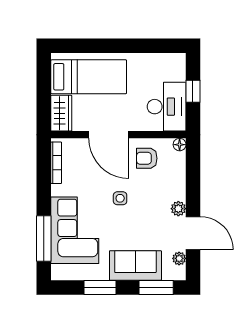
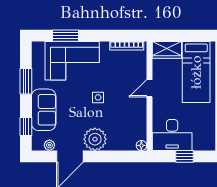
door: (109, 135) -> (149, 88), width x0.53
armchair: (147, 158) -> (130, 119), removed
plant: (178, 209) -> (95, 139), width x1.87, depth x1.87
window: (44, 238) -> (65, 36), width x0.69
window: (156, 287) -> (26, 127), width x0.67

